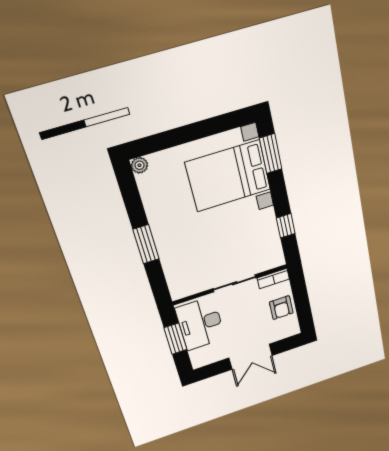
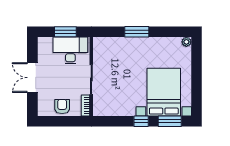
window: (286, 226) -> (141, 121), moved
armchair: (281, 308) -> (62, 106), turned 90

